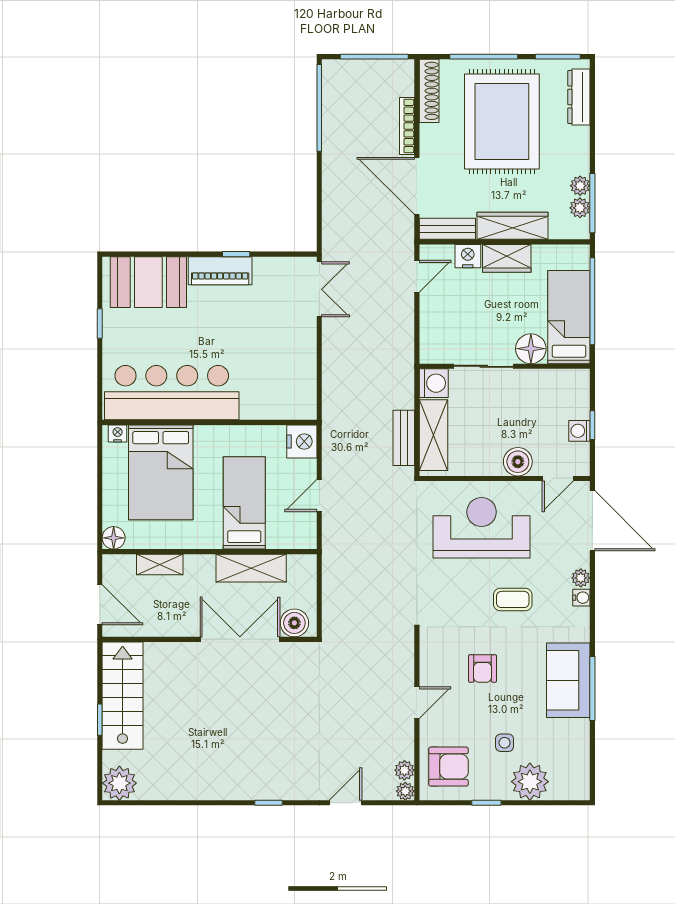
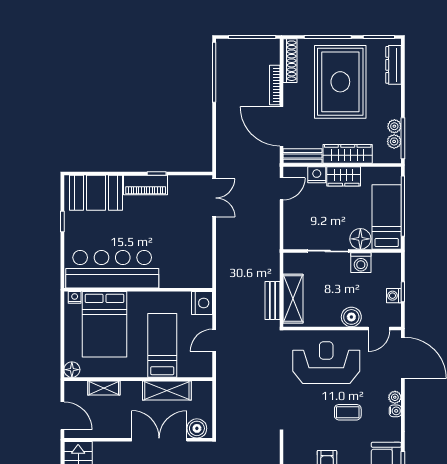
washing machine: (434, 383) -> (361, 263), moved, turned 90

